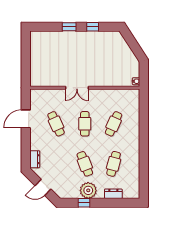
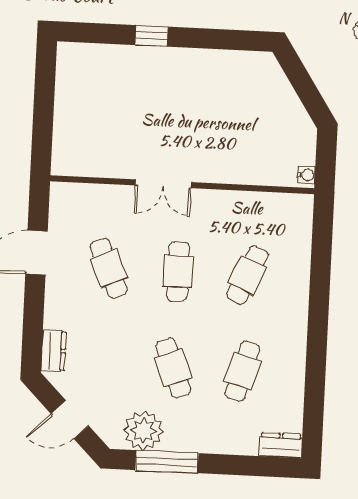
window: (93, 27) -> (208, 39), removed
plant: (88, 190) -> (143, 431), moved
dresser: (113, 194) -> (281, 445), moved
window: (84, 203) -> (167, 462), width x2.17

